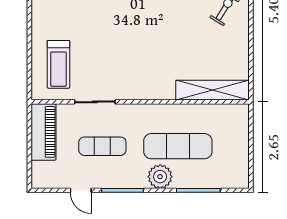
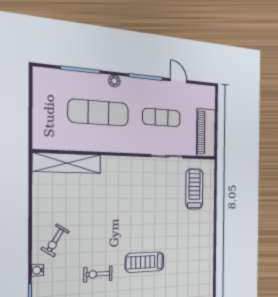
plant: (160, 177) -> (114, 81), width x0.53, depth x0.53

